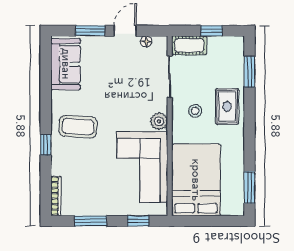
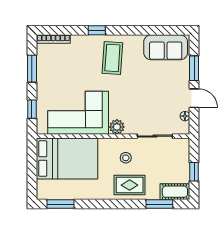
cot: (189, 45) -> (175, 192), moved, turned 90

